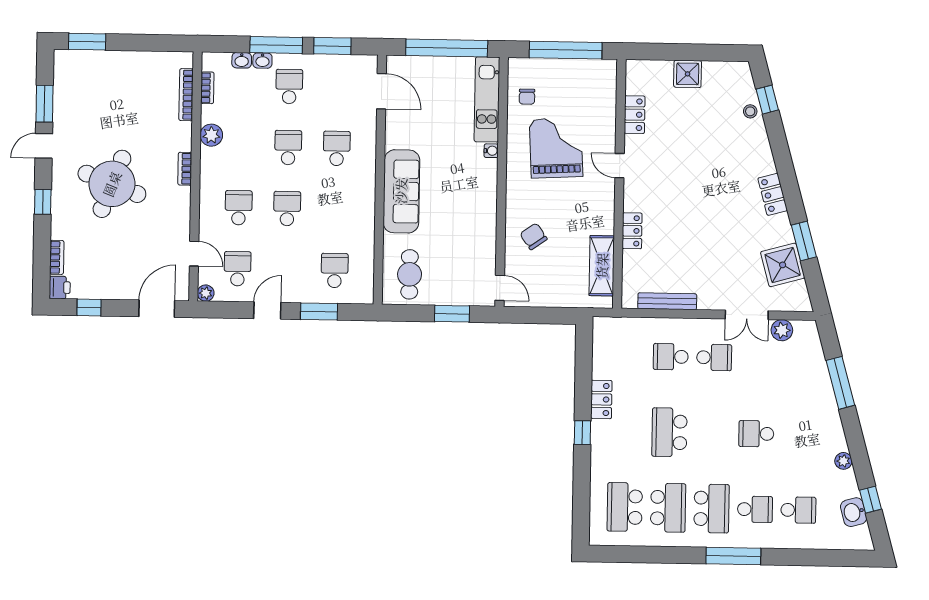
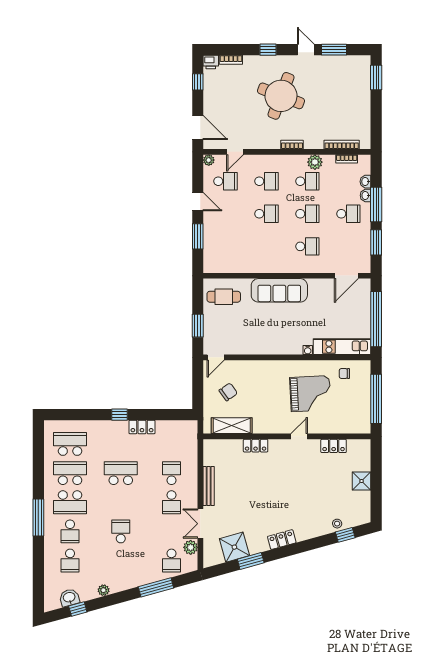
chair: (534, 236) -> (228, 392), moved
school desk: (335, 270) -> (307, 181), moved
bench: (667, 301) -> (209, 486), moved
school desk: (801, 359) -> (171, 561), added
school desk: (668, 508) -> (70, 473), turned 180

